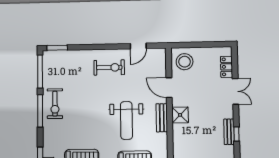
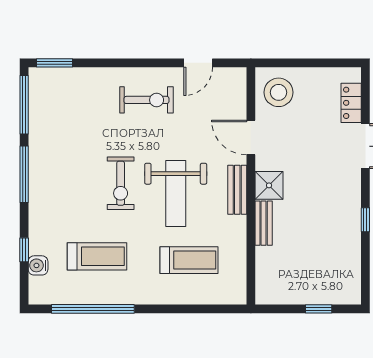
exercise bike: (55, 104) -> (121, 183), moved
bench: (229, 132) -> (264, 223), moved

